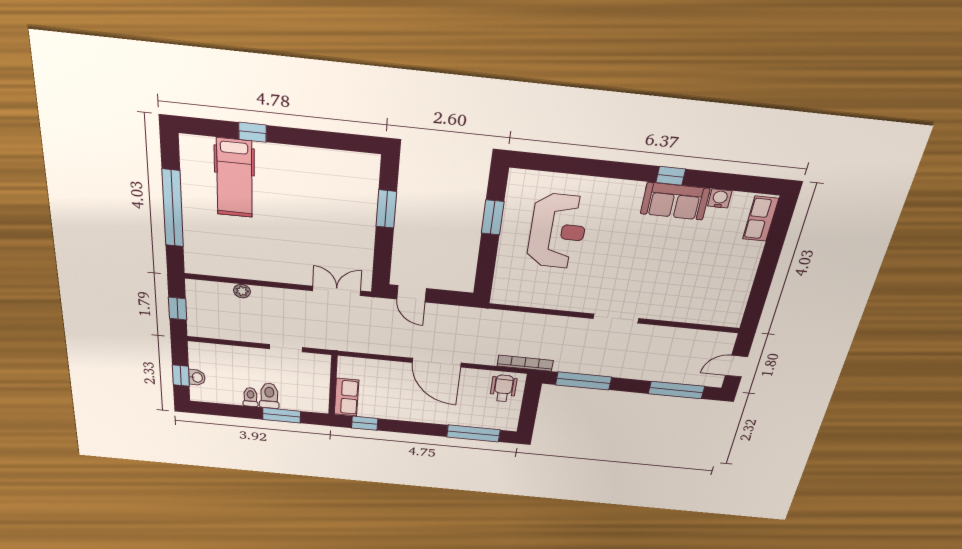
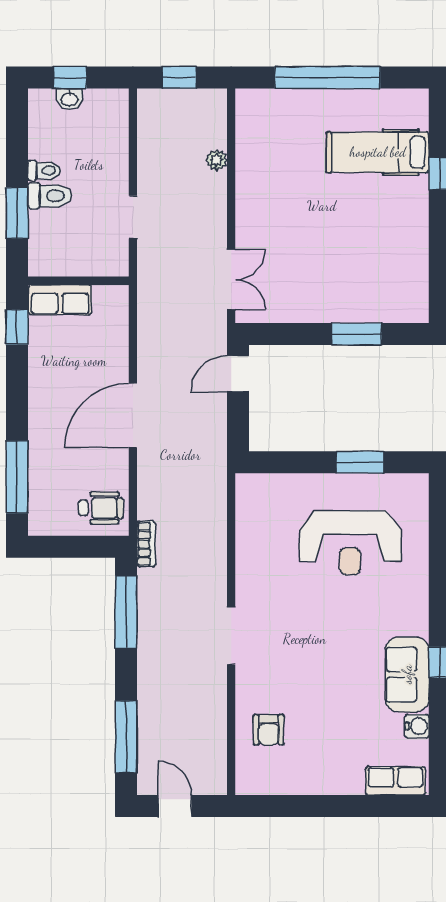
armchair: (695, 302) -> (269, 730), added
bookcase: (525, 363) -> (146, 544), width x0.64

